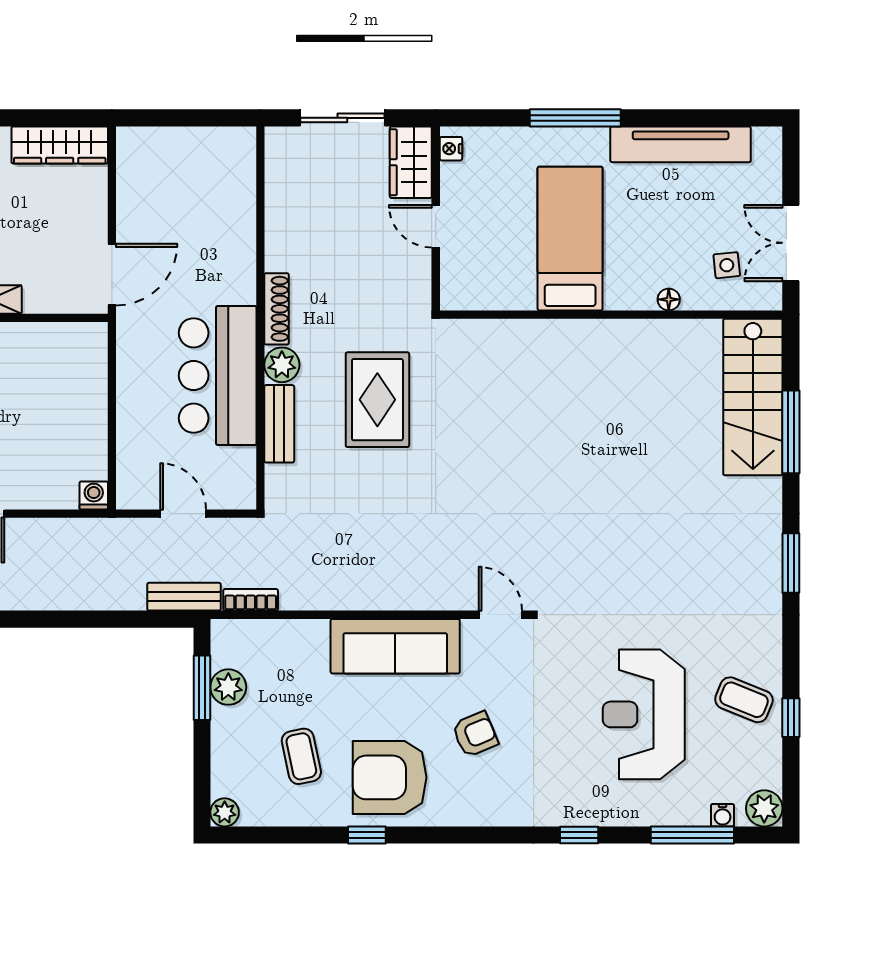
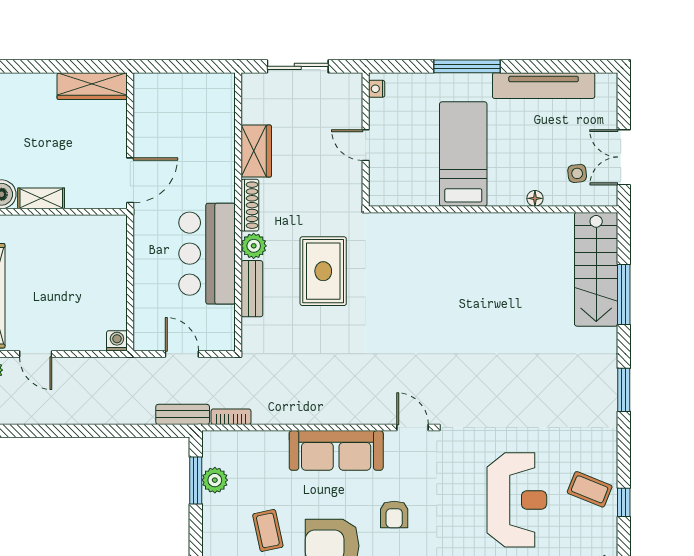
wardrobe: (411, 162) -> (256, 151), moved, turned 180
reception desk: (644, 714) -> (517, 500), turned 180
armchair: (475, 734) -> (394, 514), turned 113

